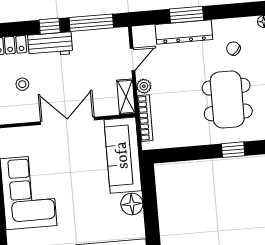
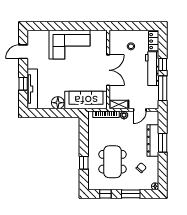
workbench: (50, 45) -> (152, 69), width x1.38
door: (132, 59) -> (140, 110), hinge flipped
dining table: (227, 100) -> (112, 162), turned 90

